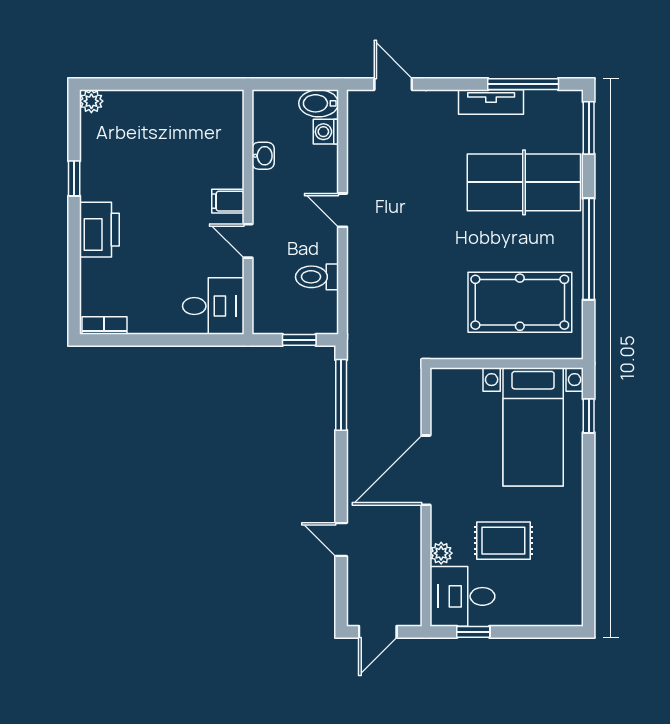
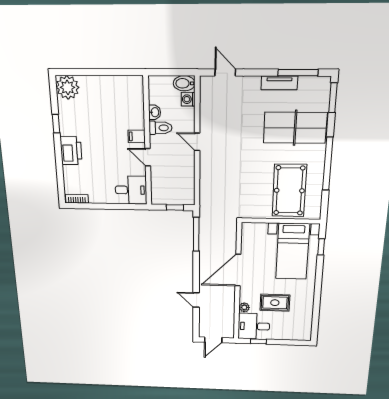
plant: (91, 101) -> (68, 87), width x1.88, depth x1.88
toilet: (317, 277) -> (160, 128), moved, turned 180
pool table: (520, 302) -> (289, 191), turned 90

